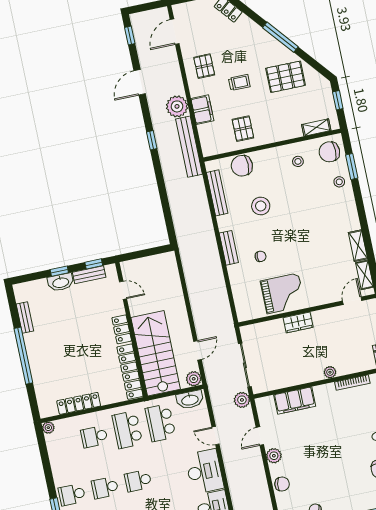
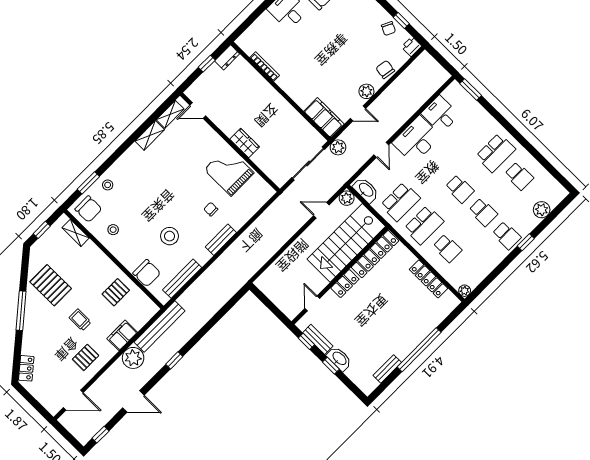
plant: (330, 372) -> (268, 90), removed
filing cabinet: (295, 400) -> (324, 118), moved

